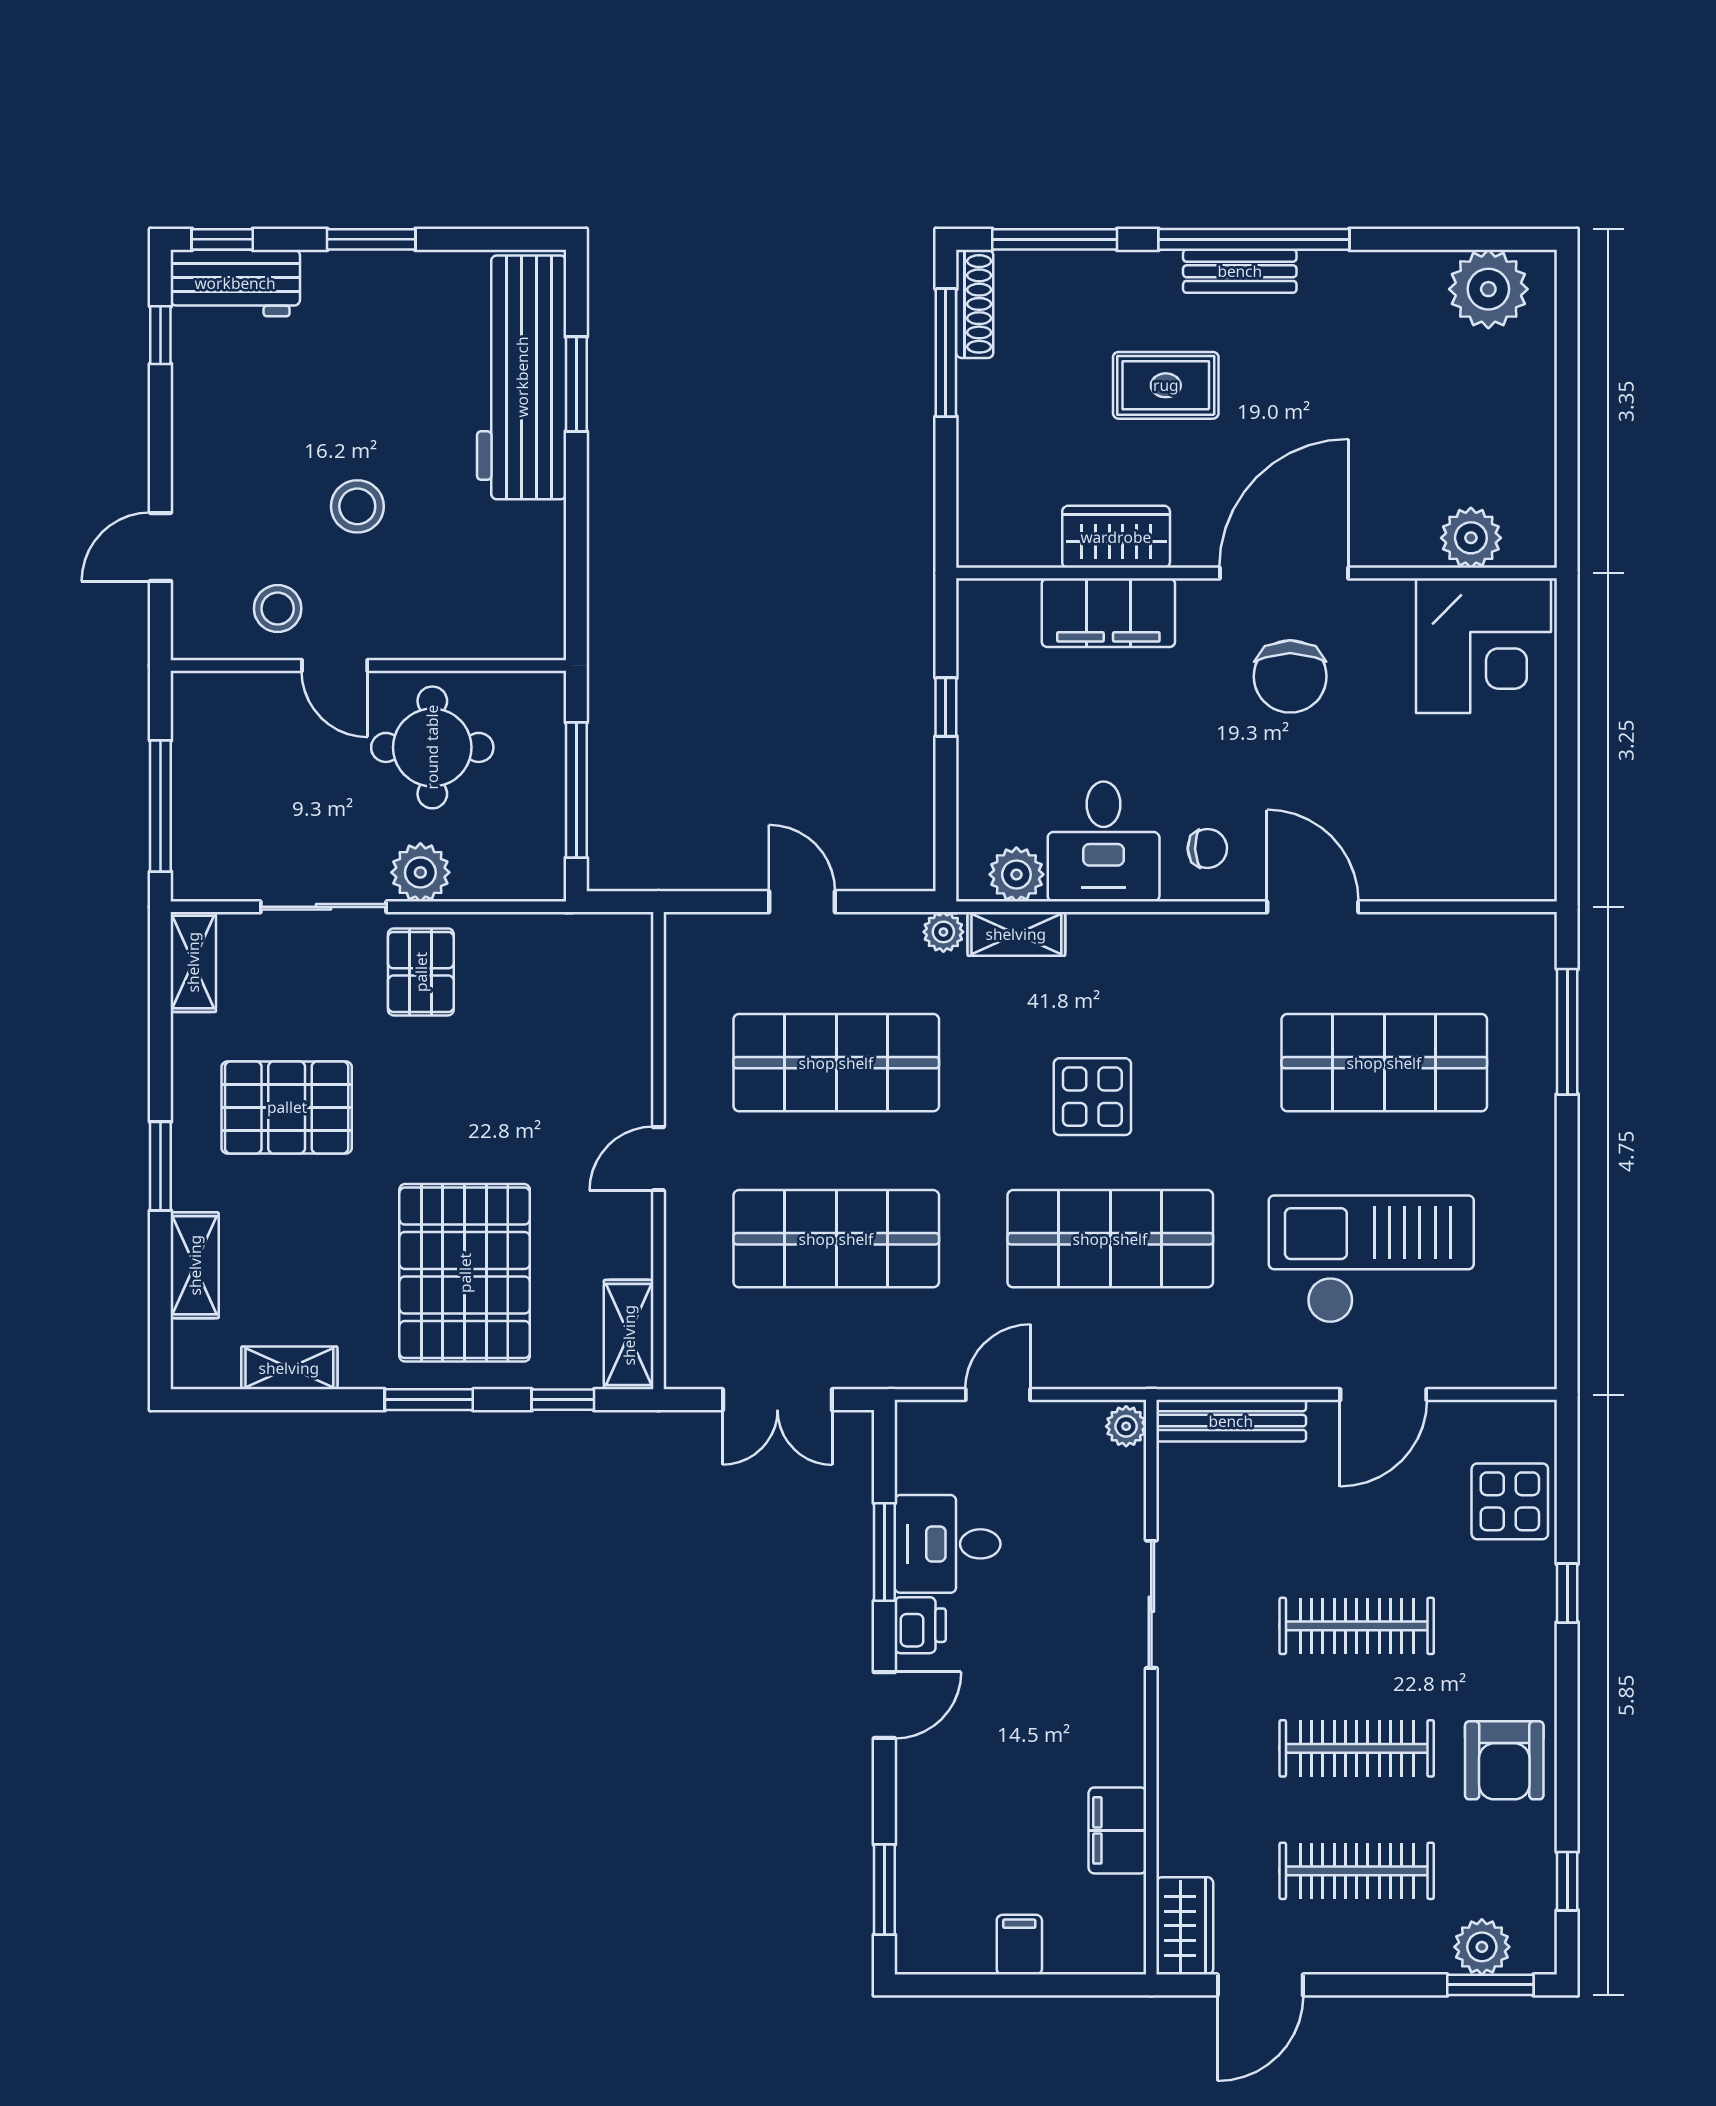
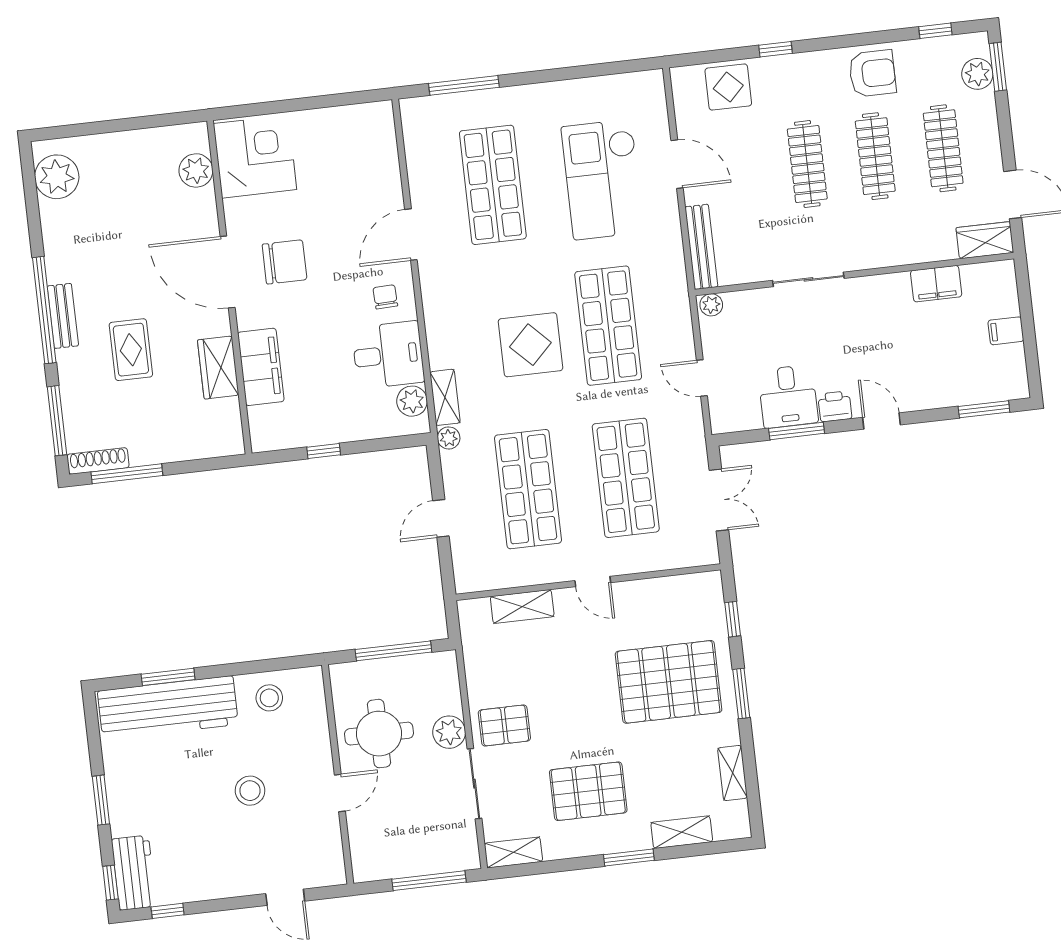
stool: (278, 609) -> (269, 698), moved
display table: (1092, 1097) -> (530, 345), width x1.36, depth x1.36
pallet: (287, 1107) -> (588, 791), turned 90
shelving: (629, 1335) -> (522, 606), moved

